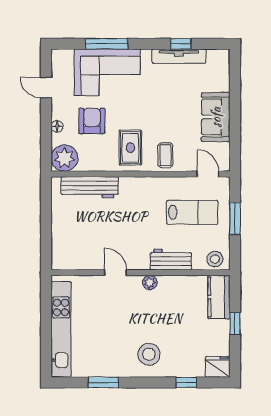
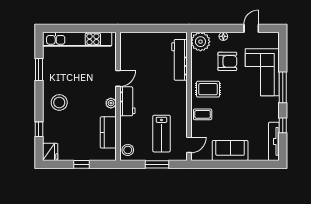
window: (107, 44) -> (283, 87), moved
tv unit: (179, 56) -> (274, 141), moved
workbench: (171, 260) -> (127, 101), moved
kitchen counter: (219, 297) -> (108, 132), moved, turned -90

